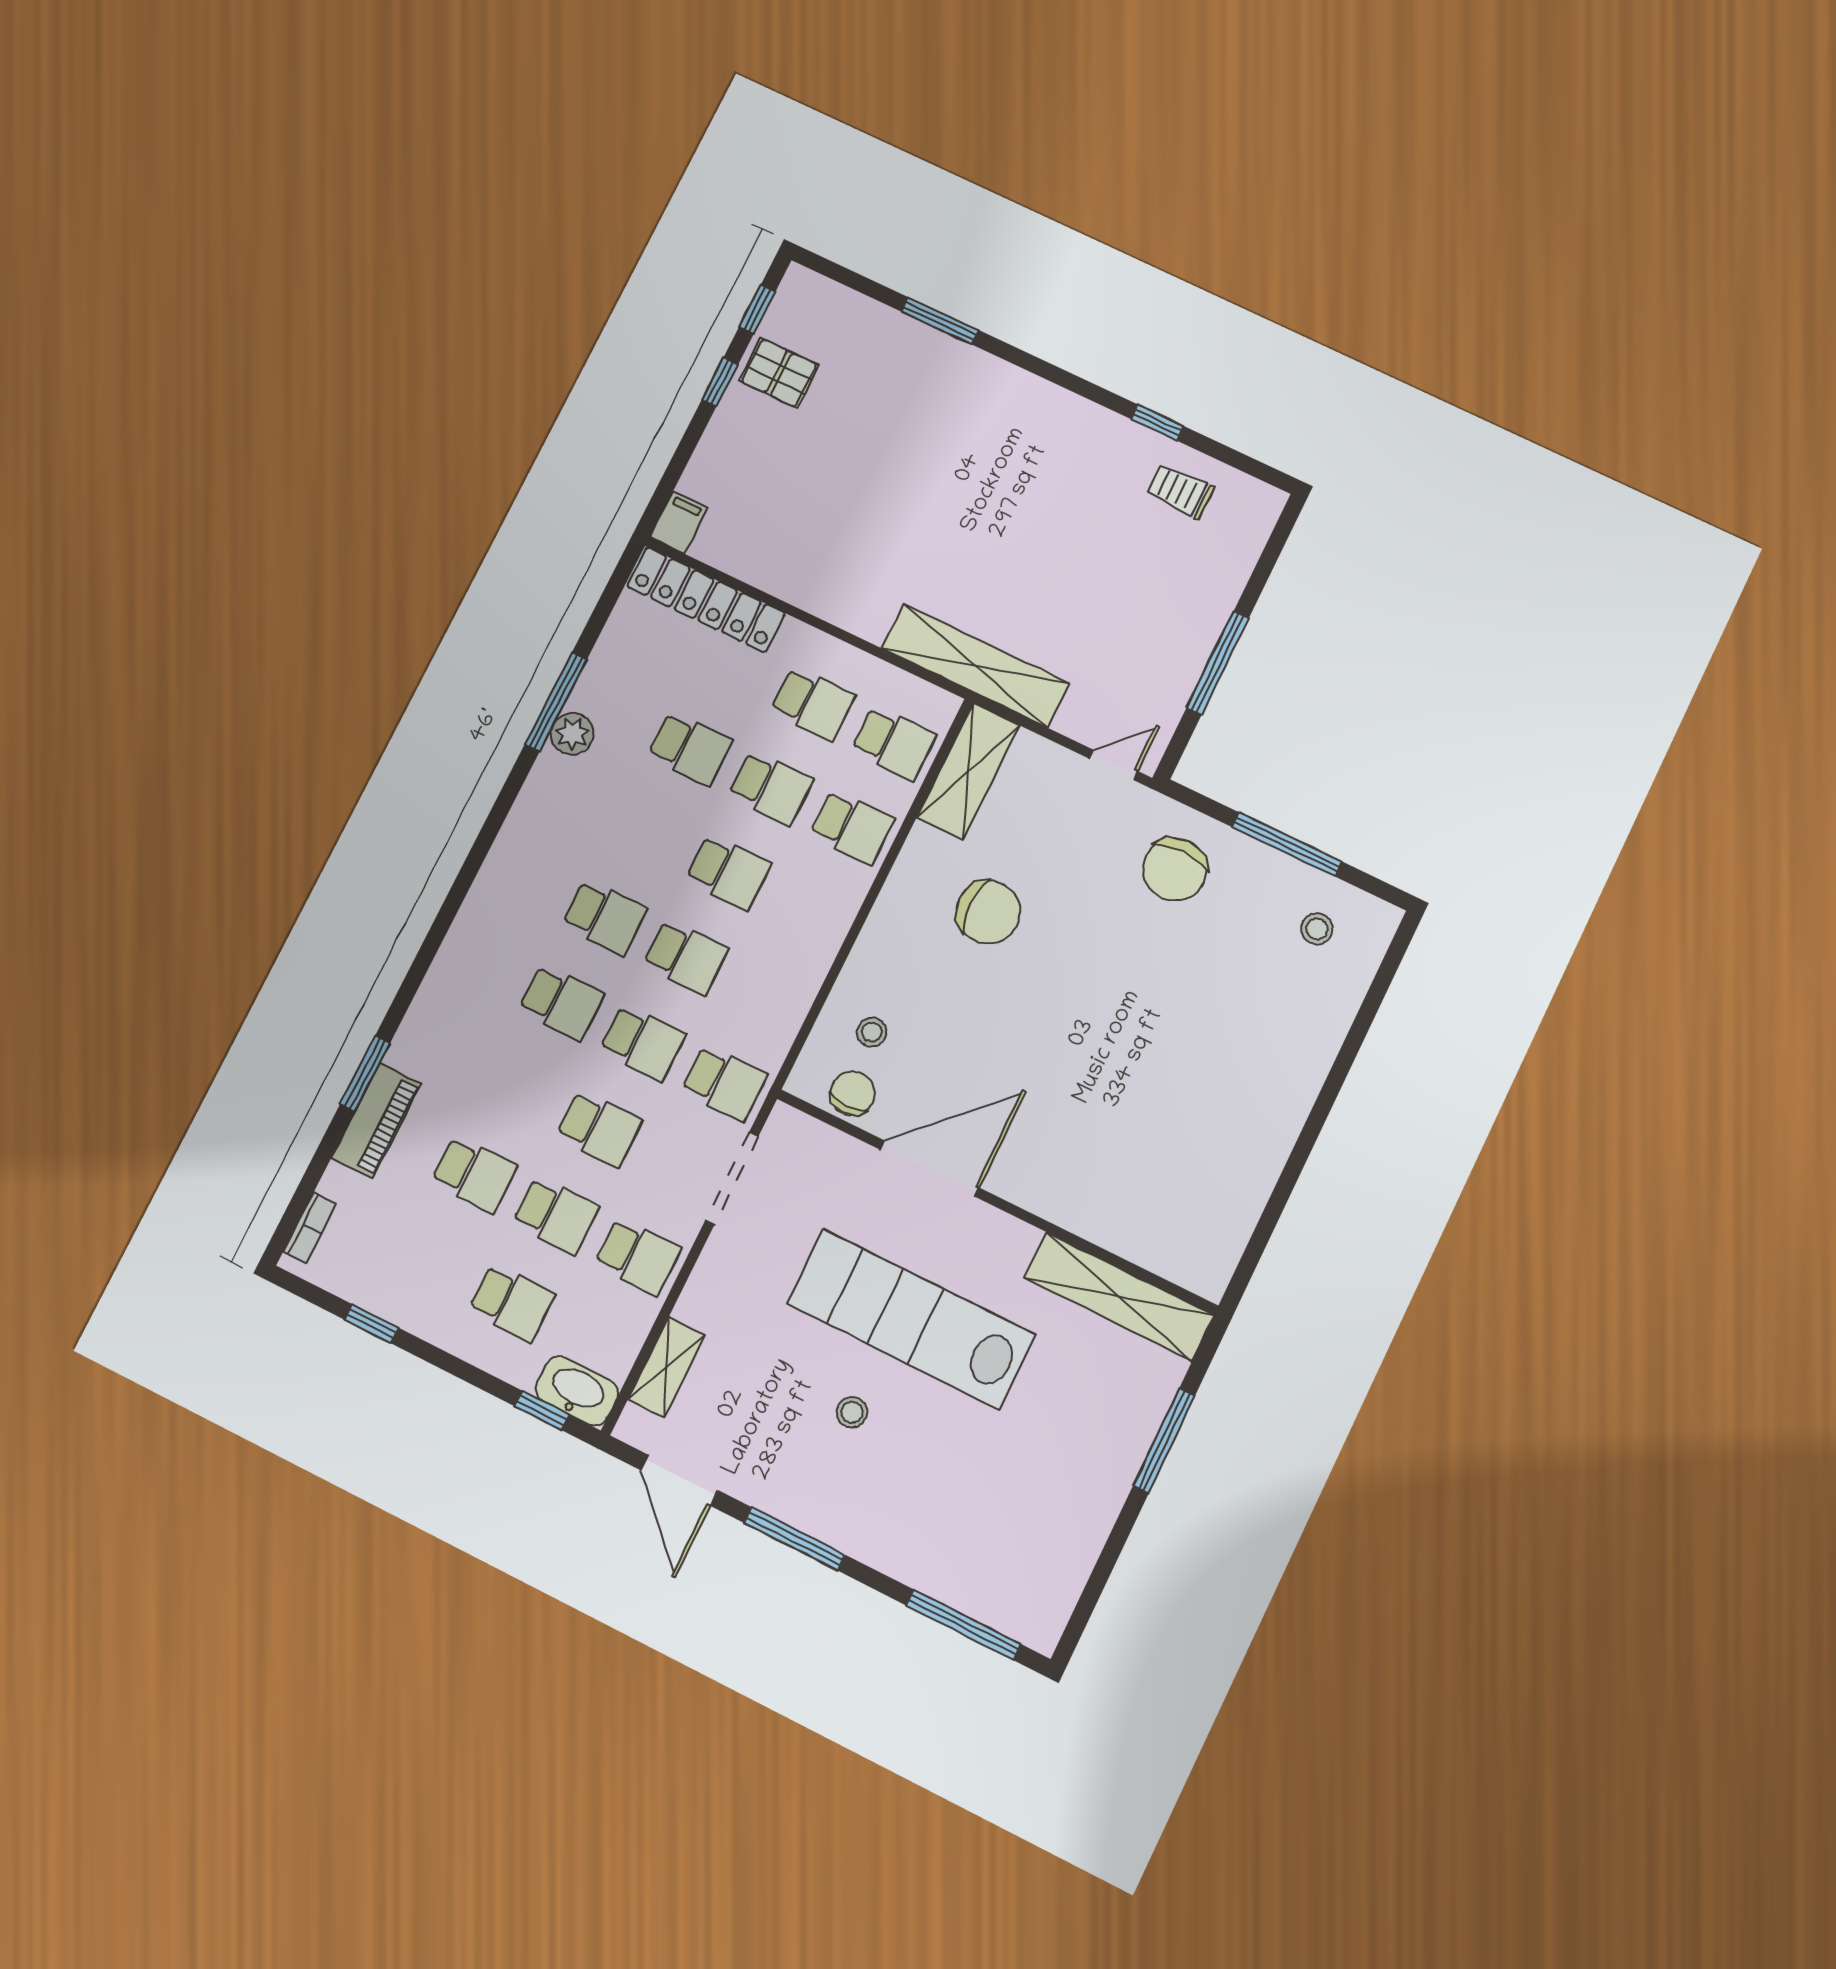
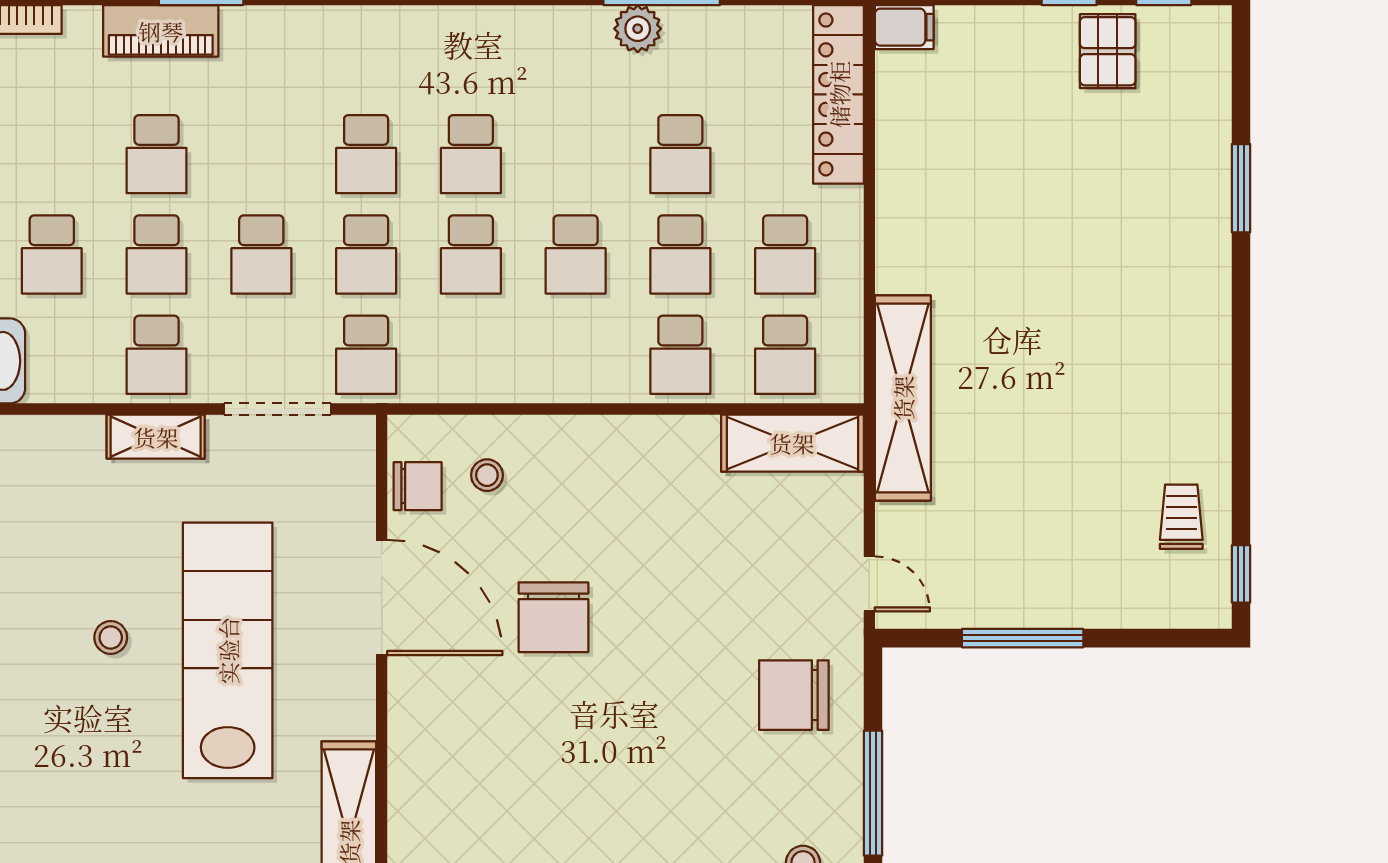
window: (1157, 422) -> (1241, 574), moved
chair: (988, 912) -> (554, 617), moved
shelving: (667, 1367) -> (156, 437), moved

